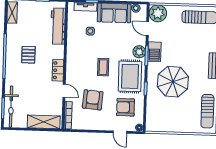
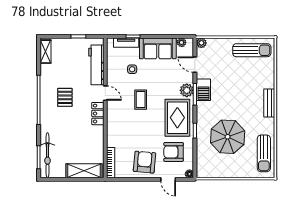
plant: (158, 13) -> (201, 43), width x0.53, depth x0.53
coffee table: (103, 67) -> (141, 100), moved
parasol: (173, 82) -> (228, 137), moved
door: (64, 91) -> (105, 93), moved
armchair: (93, 100) -> (144, 162), moved

